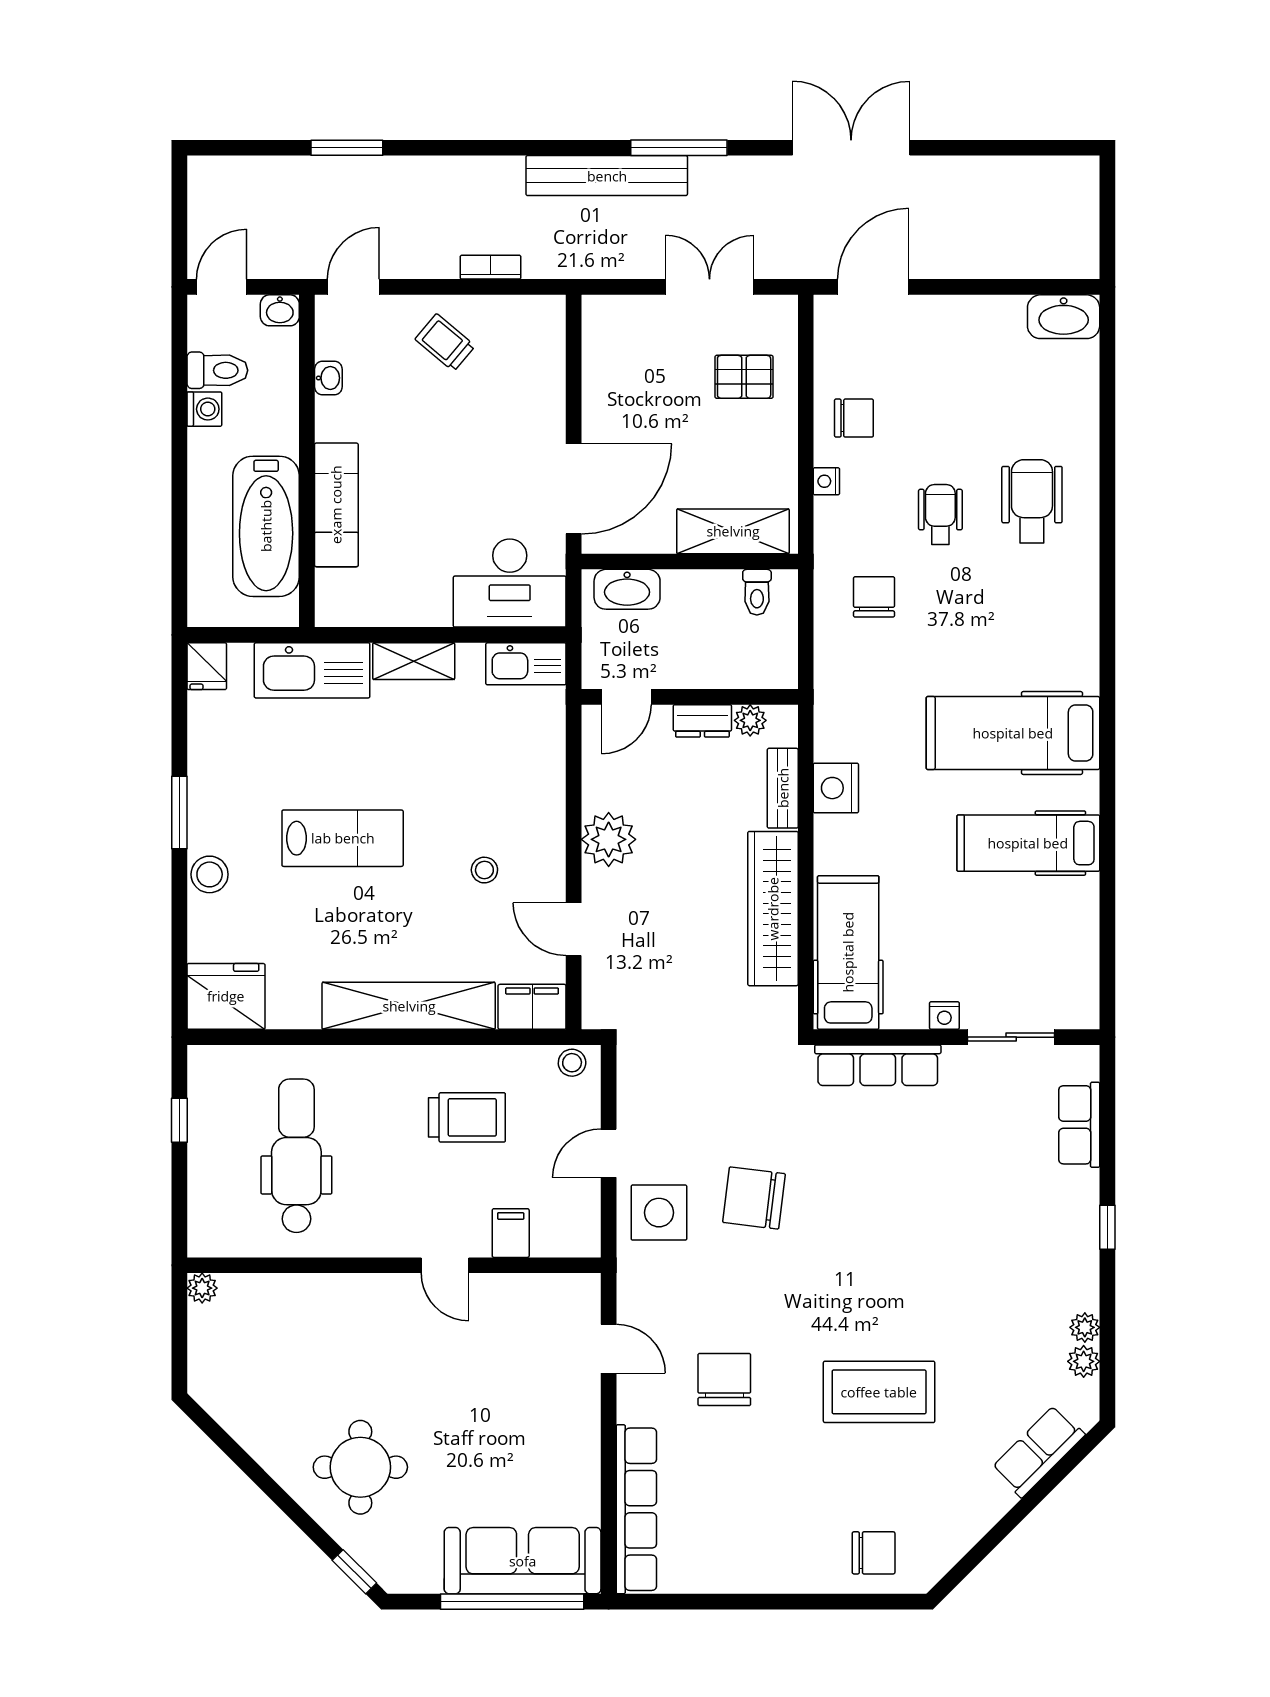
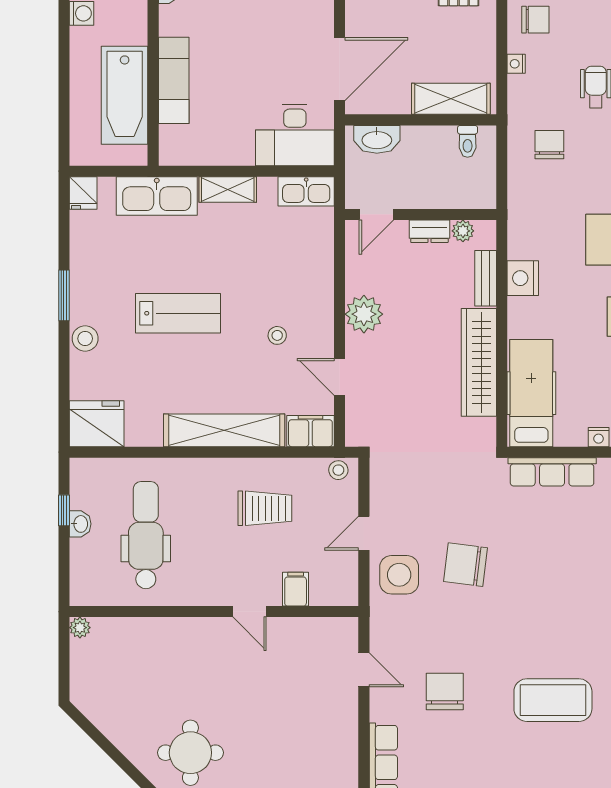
washbasin: (202, 1140) -> (80, 524), added

